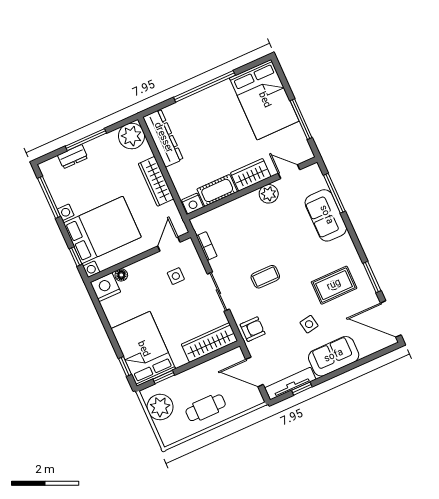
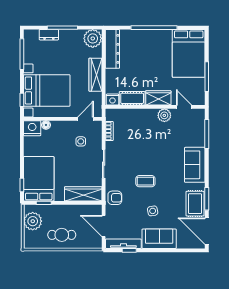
sofa: (326, 215) -> (195, 165), moved
coffee table: (265, 277) -> (145, 181), moved
rug: (334, 285) -> (195, 204), moved, turned 90

